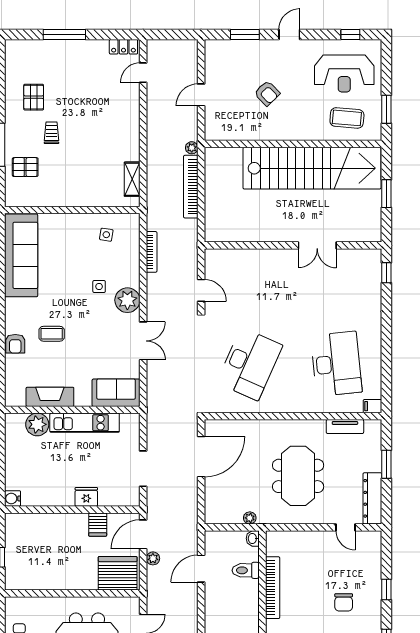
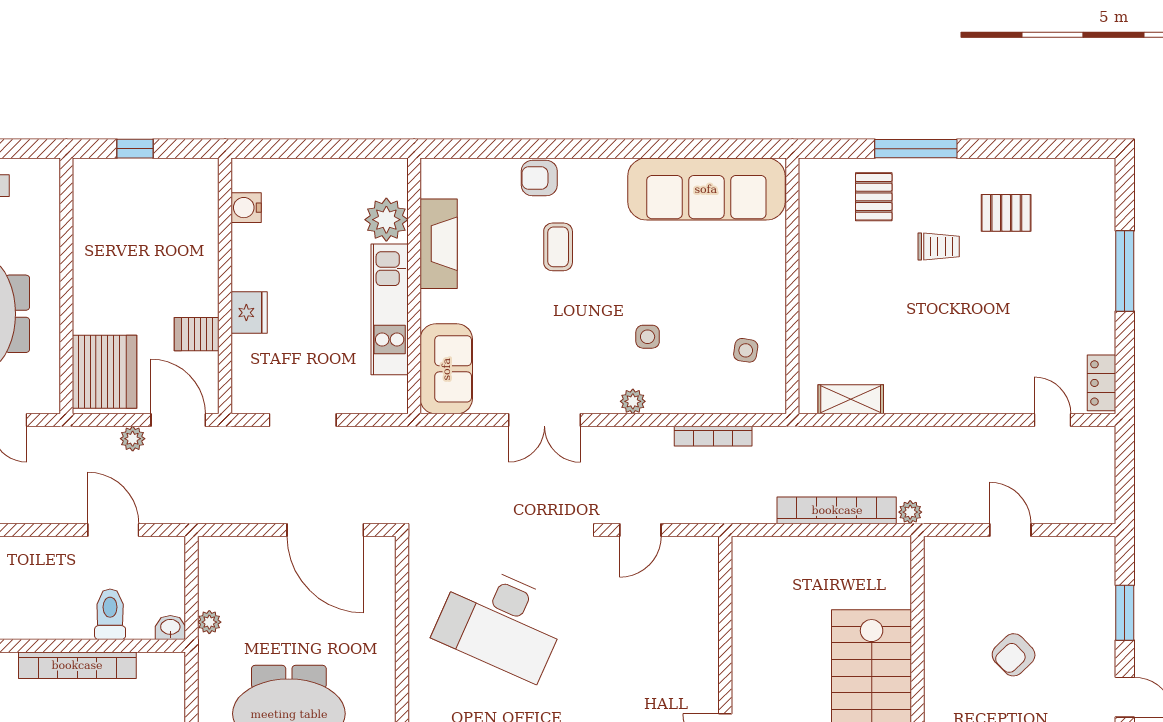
plant: (127, 300) -> (633, 401), width x0.53, depth x0.53
water cooler: (13, 498) -> (246, 208), moved, turned -90

